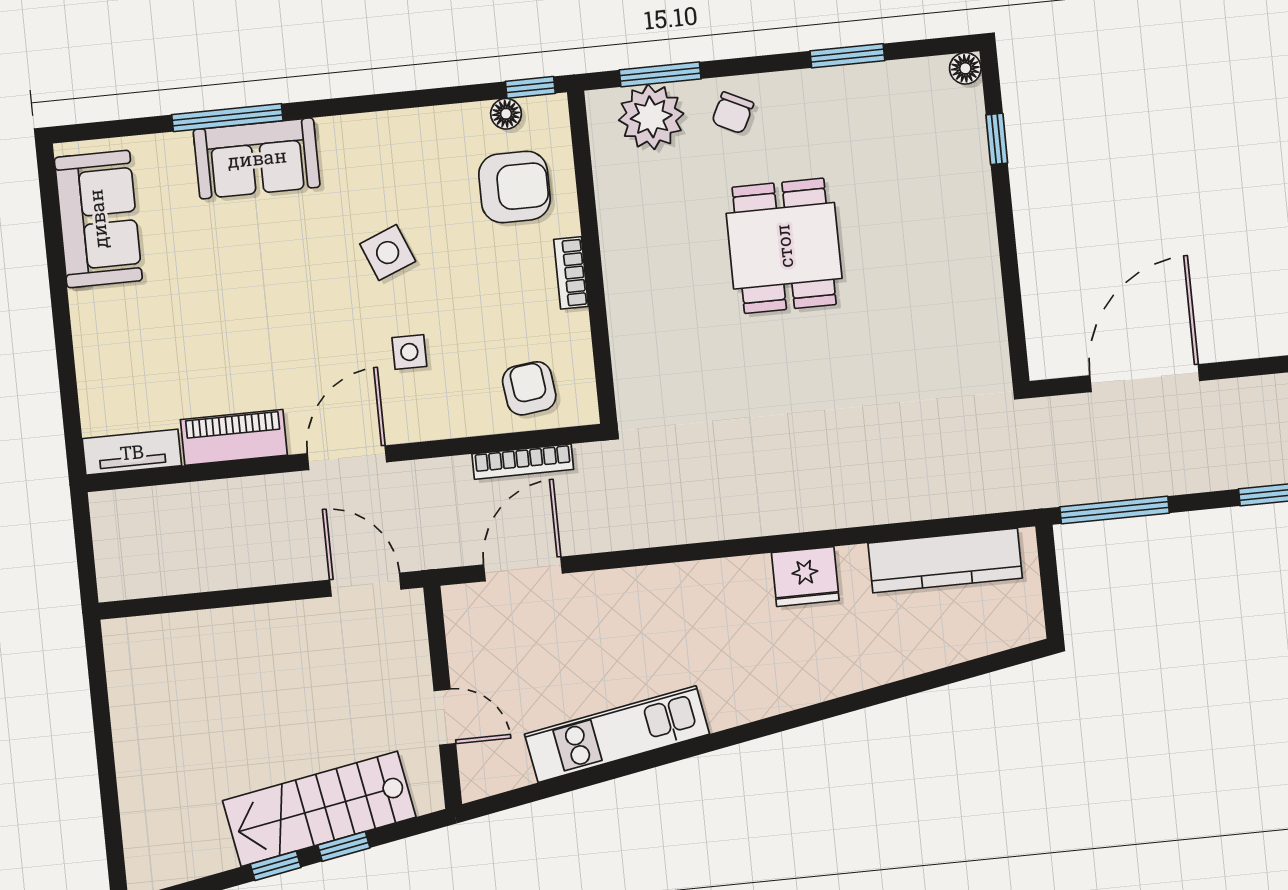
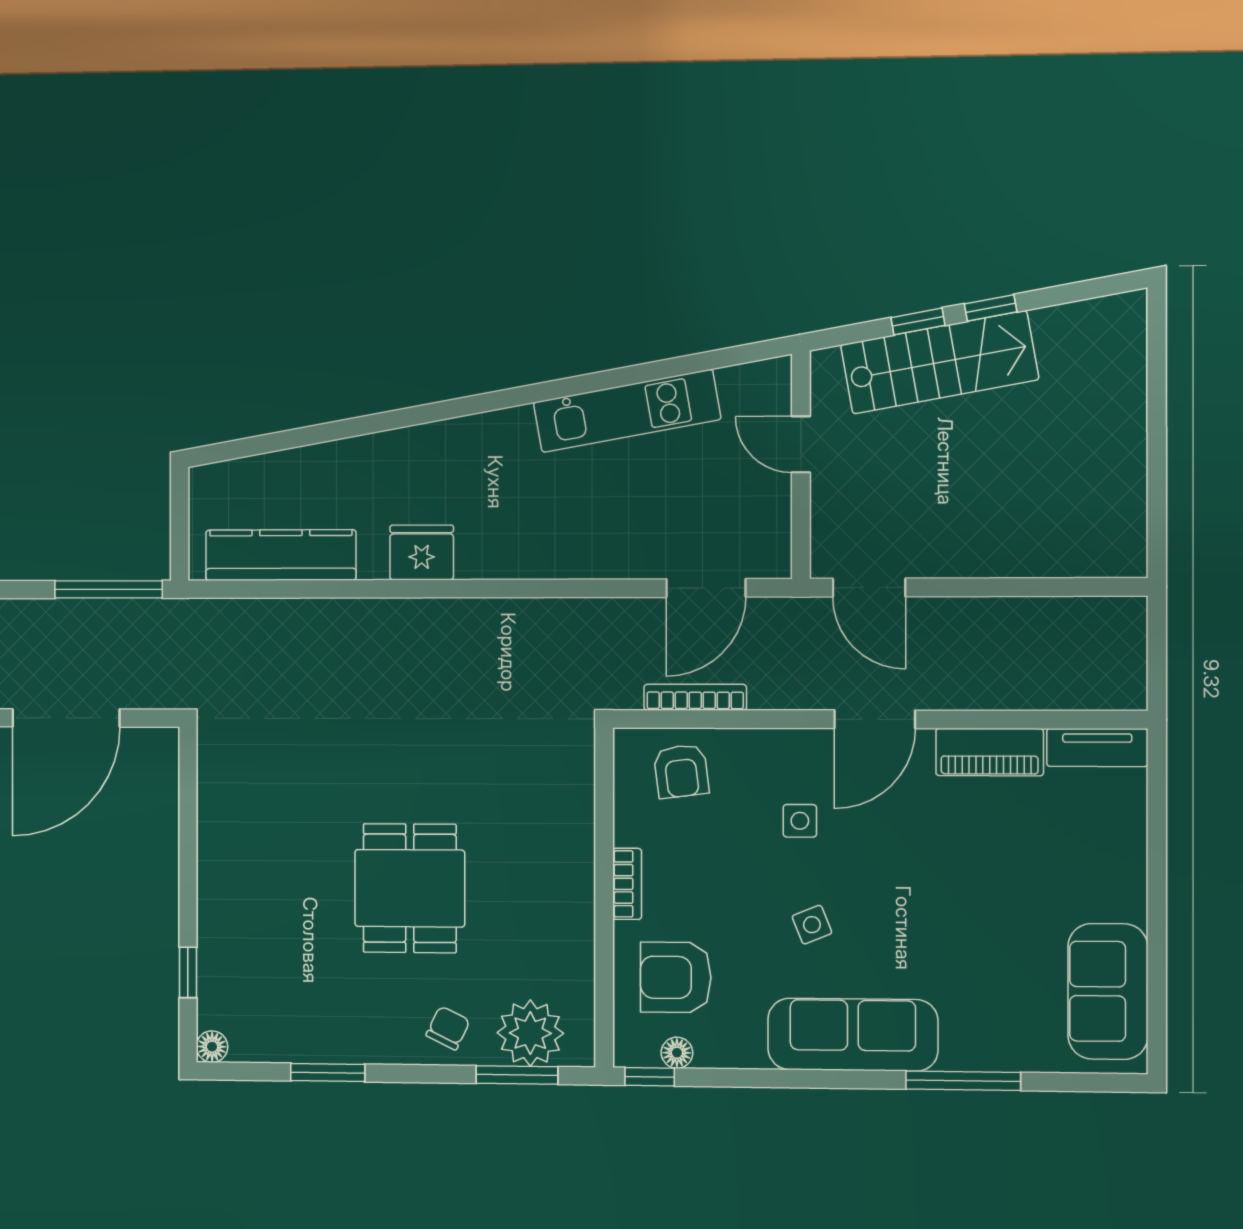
sofa: (257, 158) -> (853, 1035), moved, width x1.36
side table: (388, 253) -> (812, 925), width x0.73, depth x0.73

